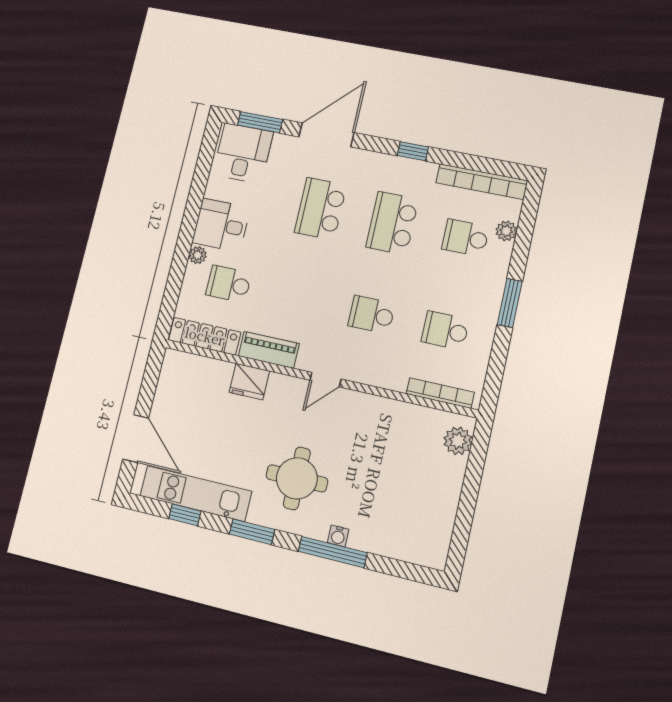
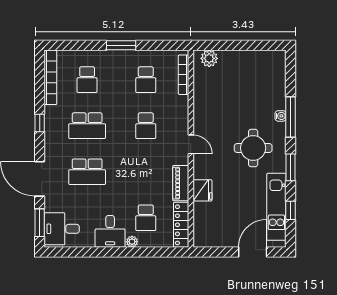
plant: (506, 231) -> (78, 56), removed

